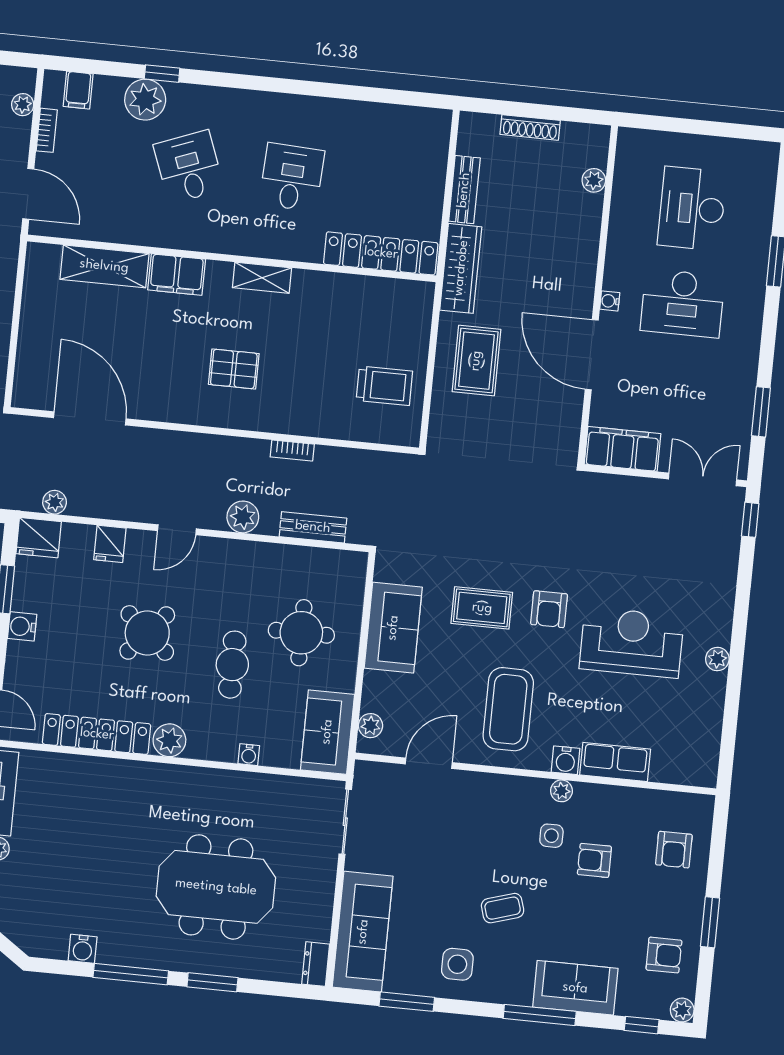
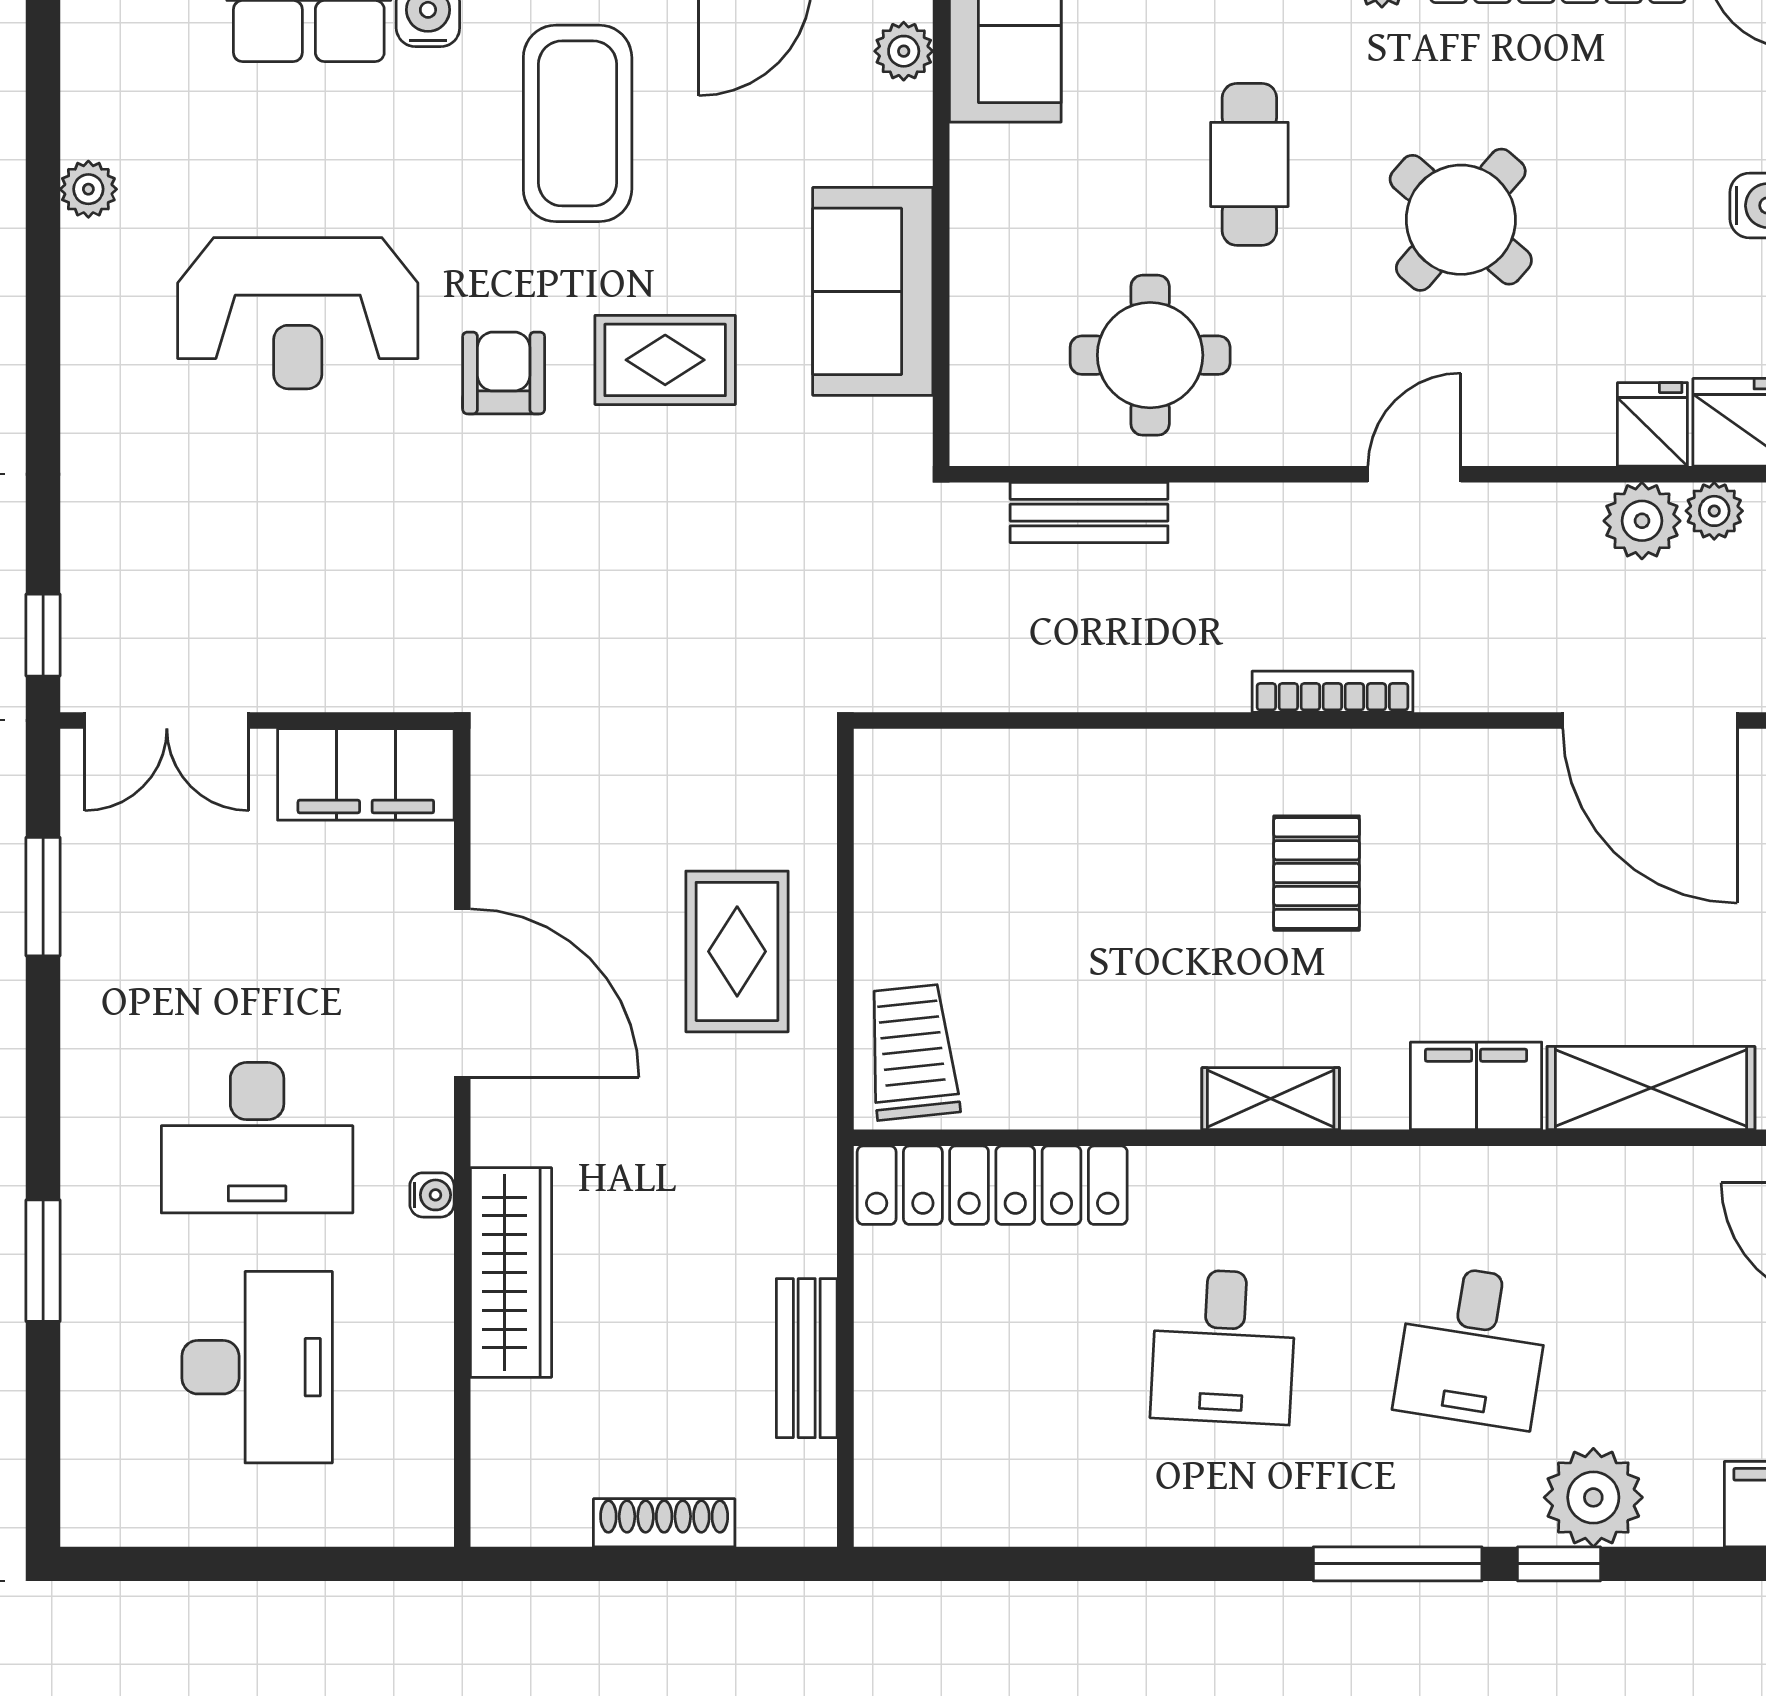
window: (229, 80) -> (1398, 1564), added
desk: (189, 167) -> (1473, 1346), turned 30
plant: (594, 180) -> (499, 1411), removed
wardrobe: (461, 268) -> (511, 1273), moved, turned 180
water cooler: (610, 301) -> (432, 1195), moved
desk: (682, 303) -> (257, 1138), turned 180
pallet: (234, 369) -> (1317, 873), turned 90
trolley: (384, 386) -> (912, 1052), moved, turned 84
bookcase: (292, 451) -> (1332, 692), moved, width x1.56
plant: (243, 517) -> (1642, 521), moved
fridge: (110, 544) -> (1652, 424), moved
round table: (301, 633) -> (1150, 355), moved
plant: (717, 659) -> (88, 189), moved

